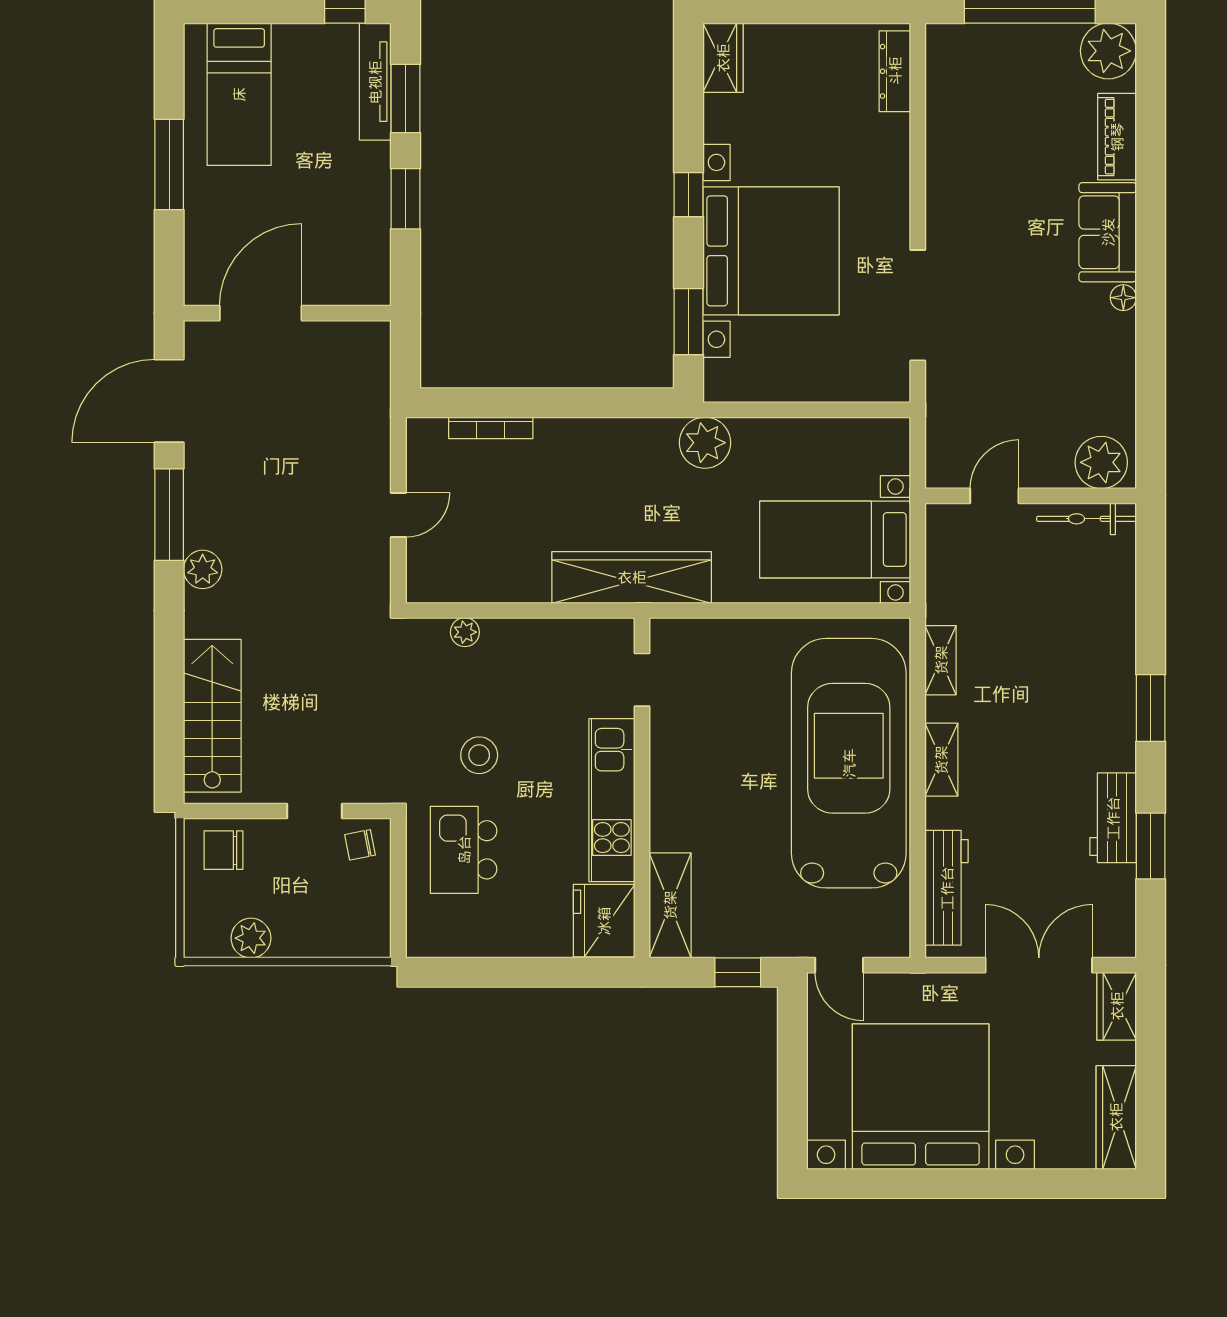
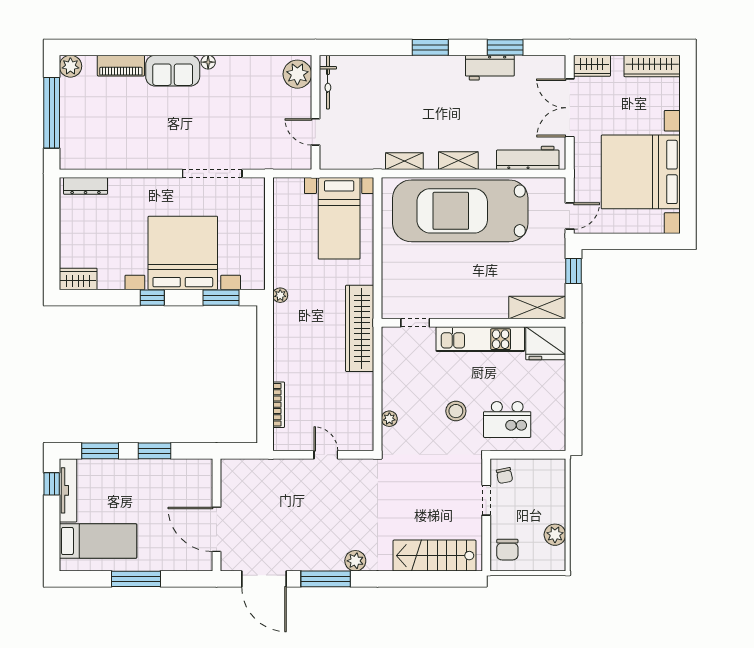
plant: (1108, 51) -> (70, 66), width x0.73, depth x0.73
tv unit: (375, 82) -> (68, 490), moved, turned -90
plant: (705, 443) -> (280, 295), width x0.53, depth x0.53

